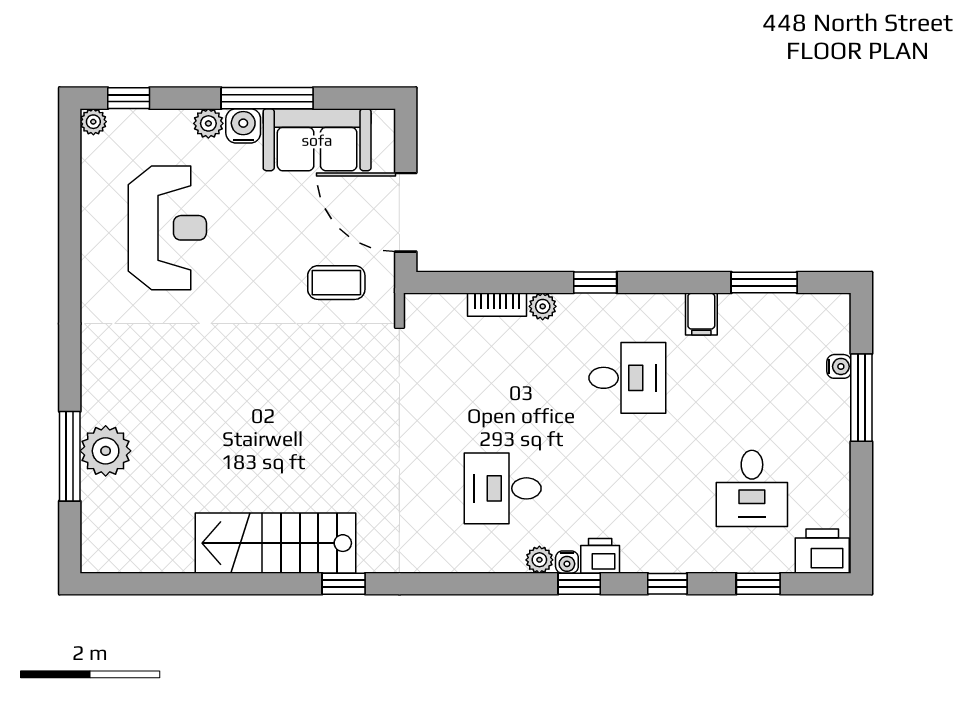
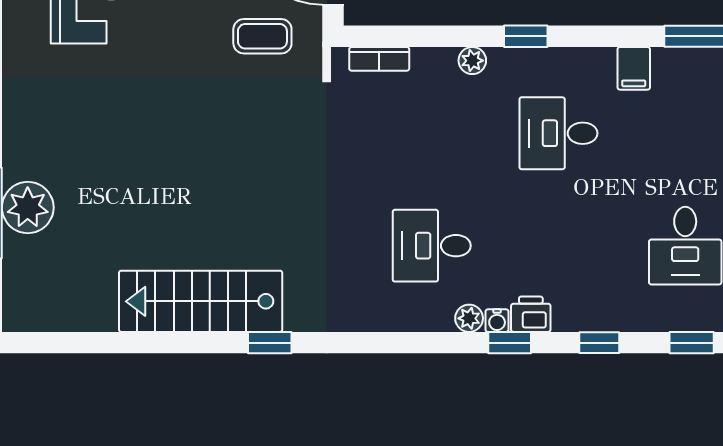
bookcase: (497, 305) -> (379, 59), moved
desk: (627, 378) -> (558, 133), turned 180

